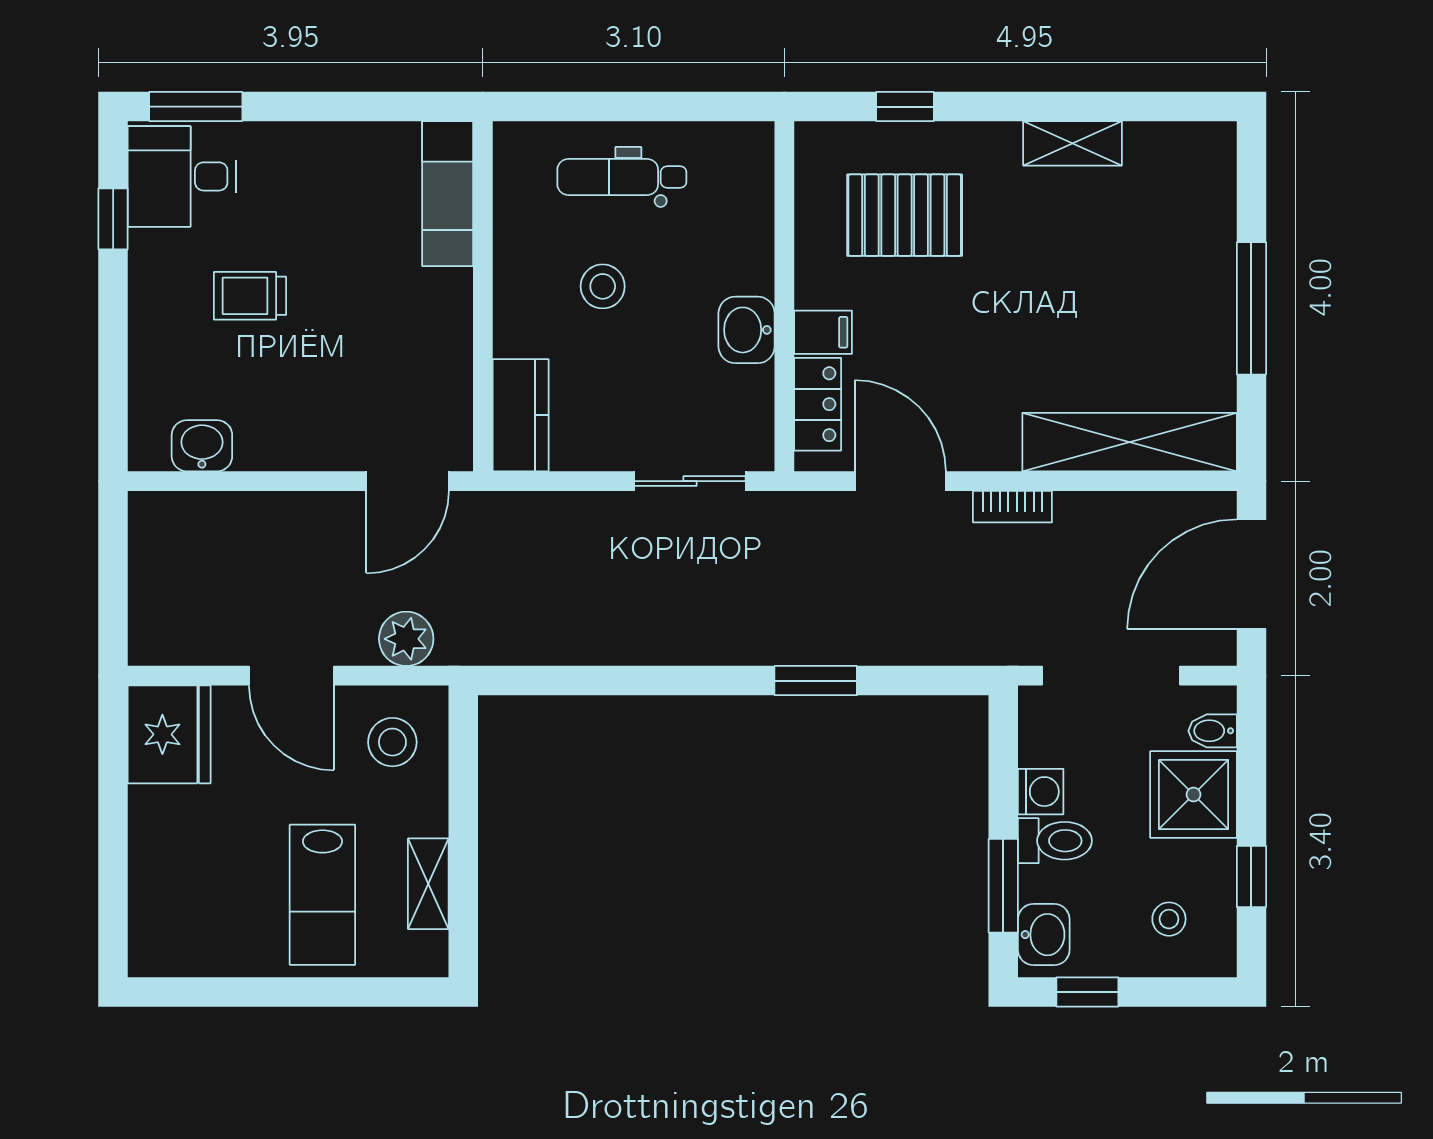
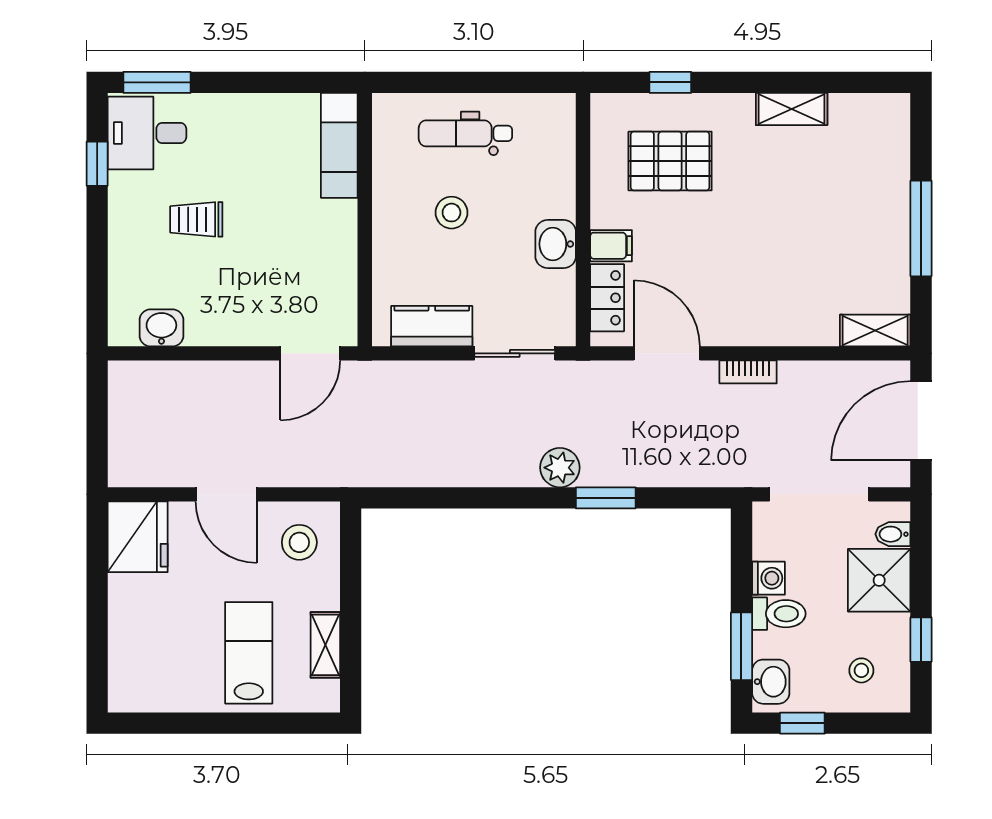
kitchen counter: (521, 415) -> (432, 326), moved, turned -90
shelving: (1130, 442) -> (875, 331), width x0.45, depth x0.75
plant: (406, 639) -> (560, 468), moved
lab bench: (322, 895) -> (249, 653), turned 180

